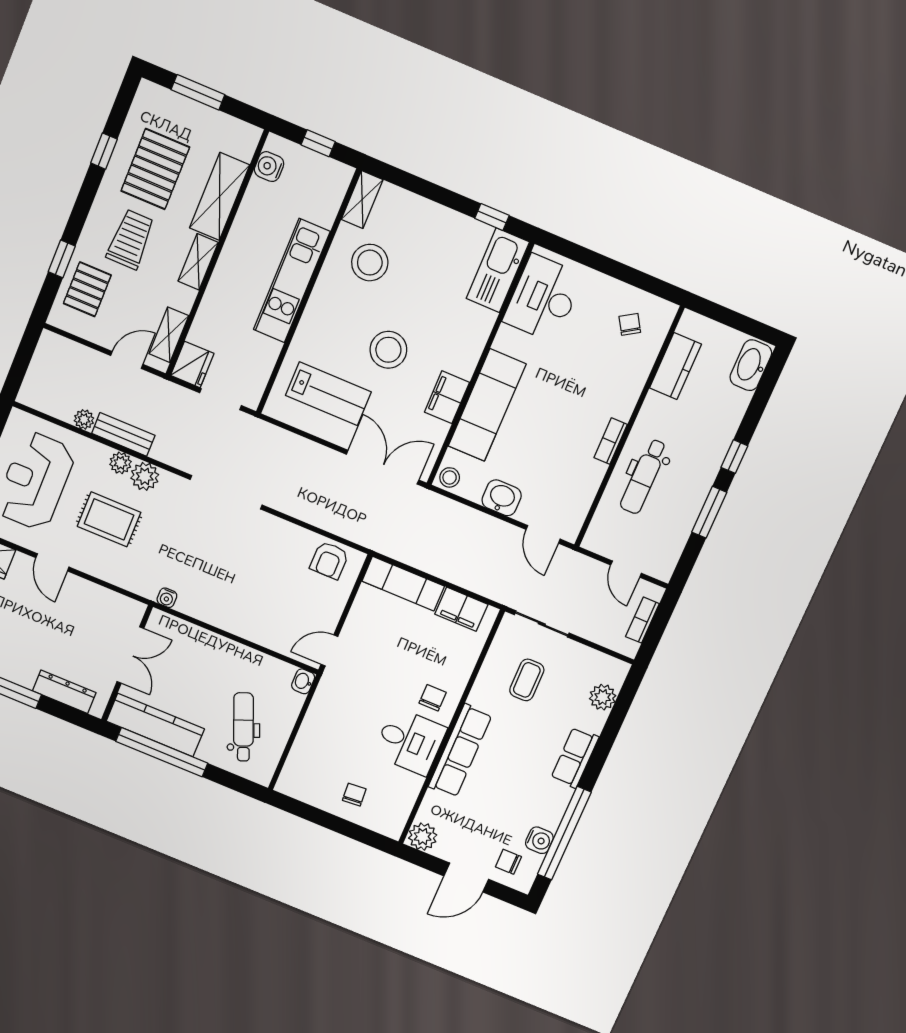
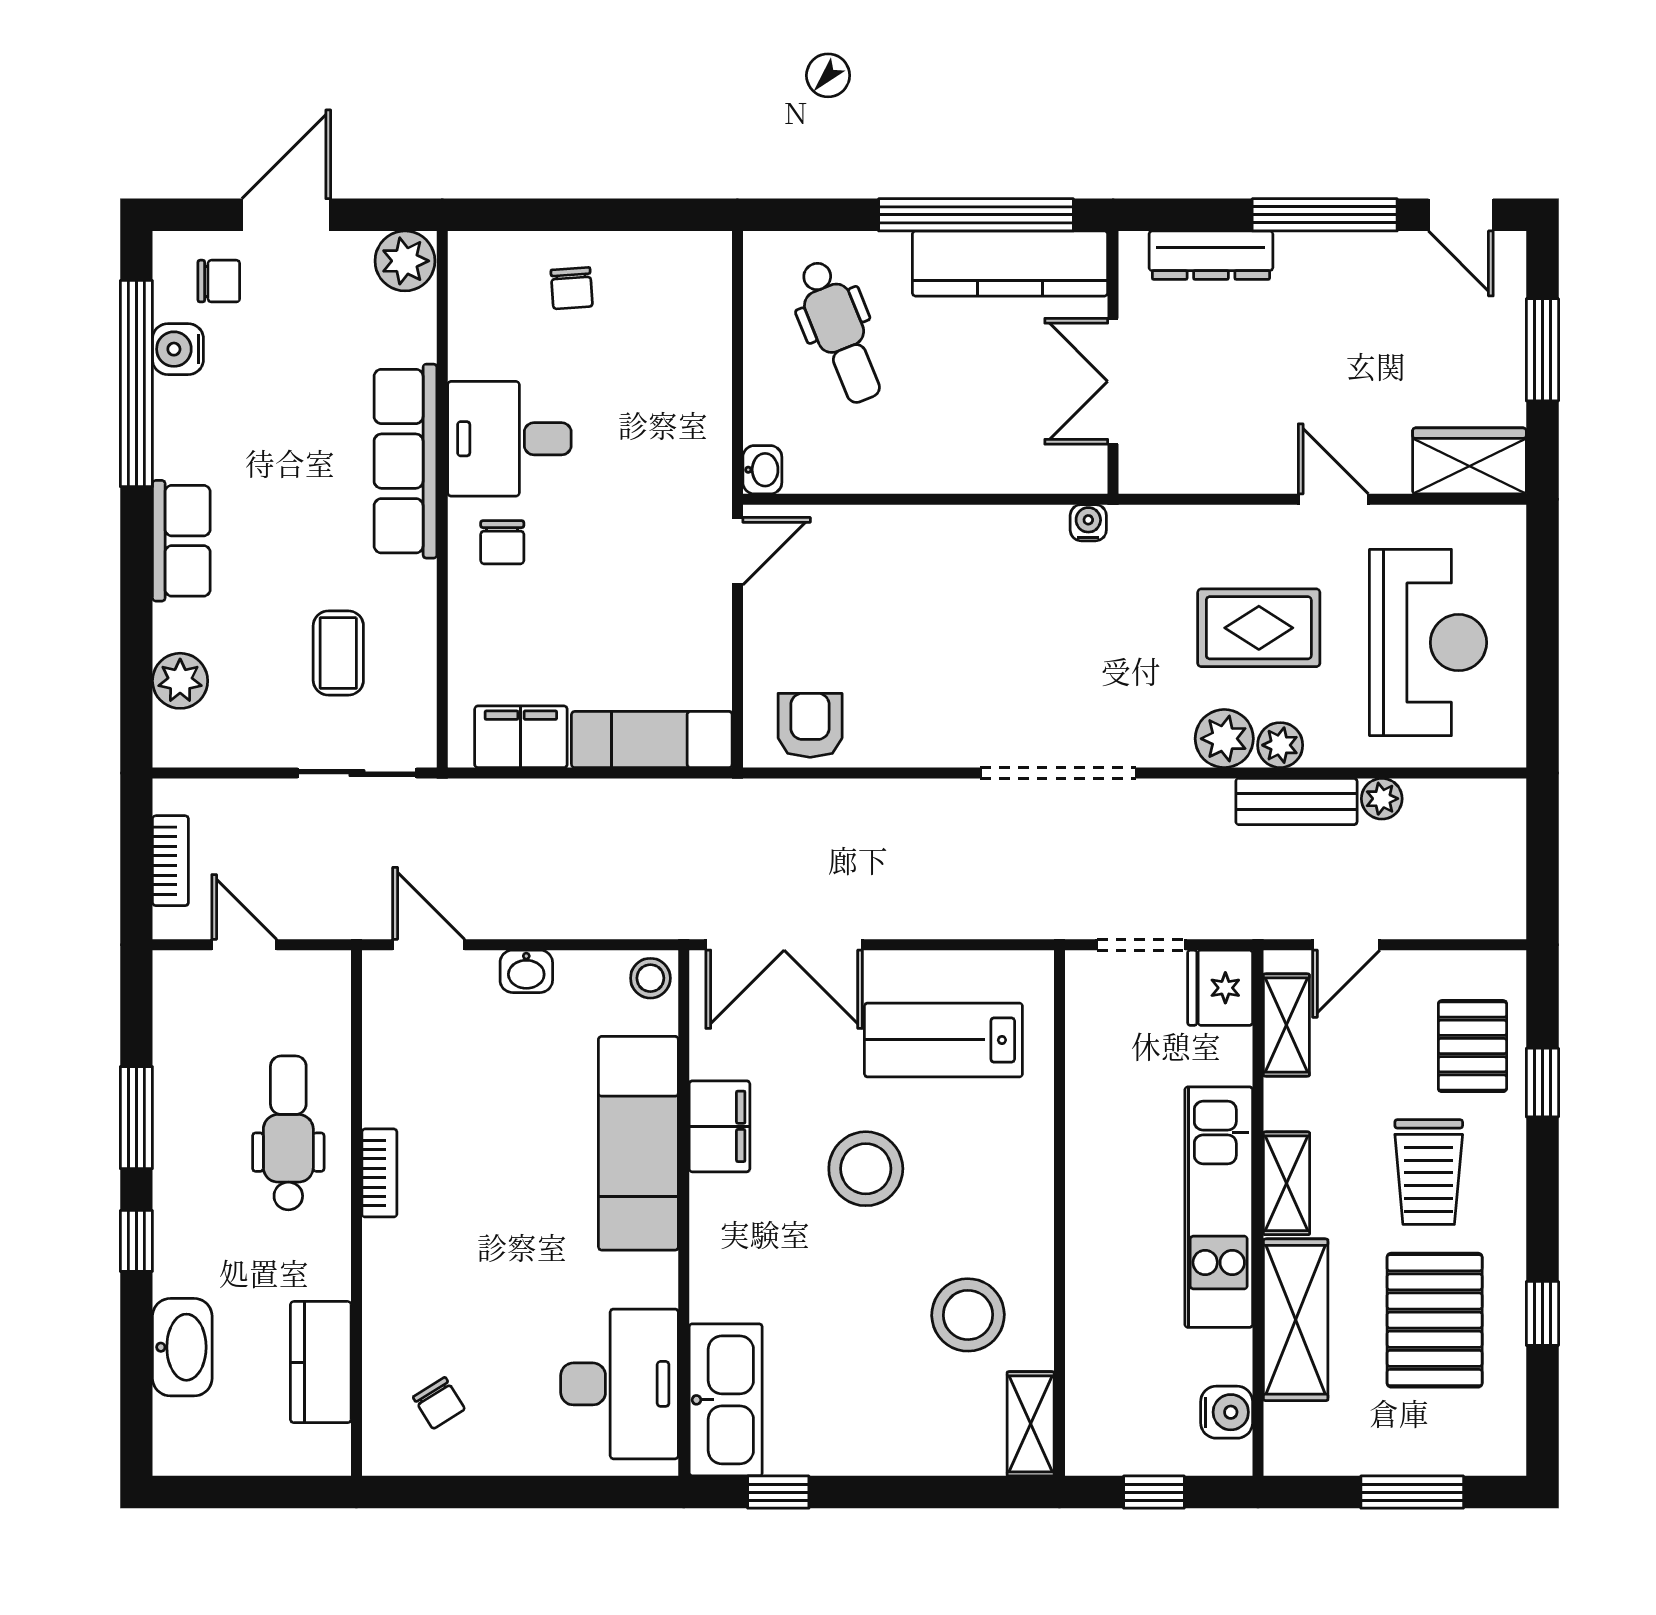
kitchen unit: (292, 281) -> (1219, 1207), moved, turned 180
washbasin: (751, 365) -> (182, 1347), moved
washbasin: (502, 498) -> (526, 971), width x0.72, depth x0.69

